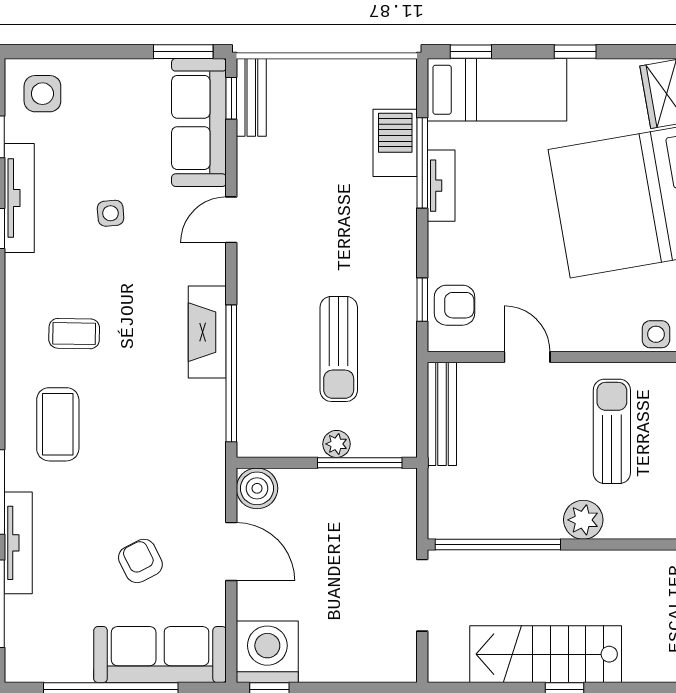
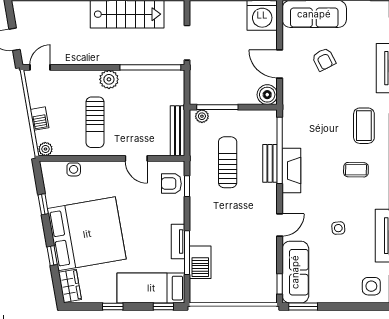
bench: (251, 97) -> (270, 163), moved
plant: (337, 444) -> (202, 116), moved

